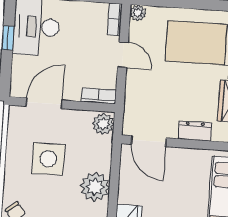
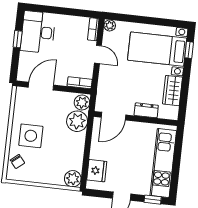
door: (149, 141) -> (113, 116), hinge flipped
side table: (48, 159) -> (31, 136), moved
plant: (95, 187) -> (77, 121), moved

